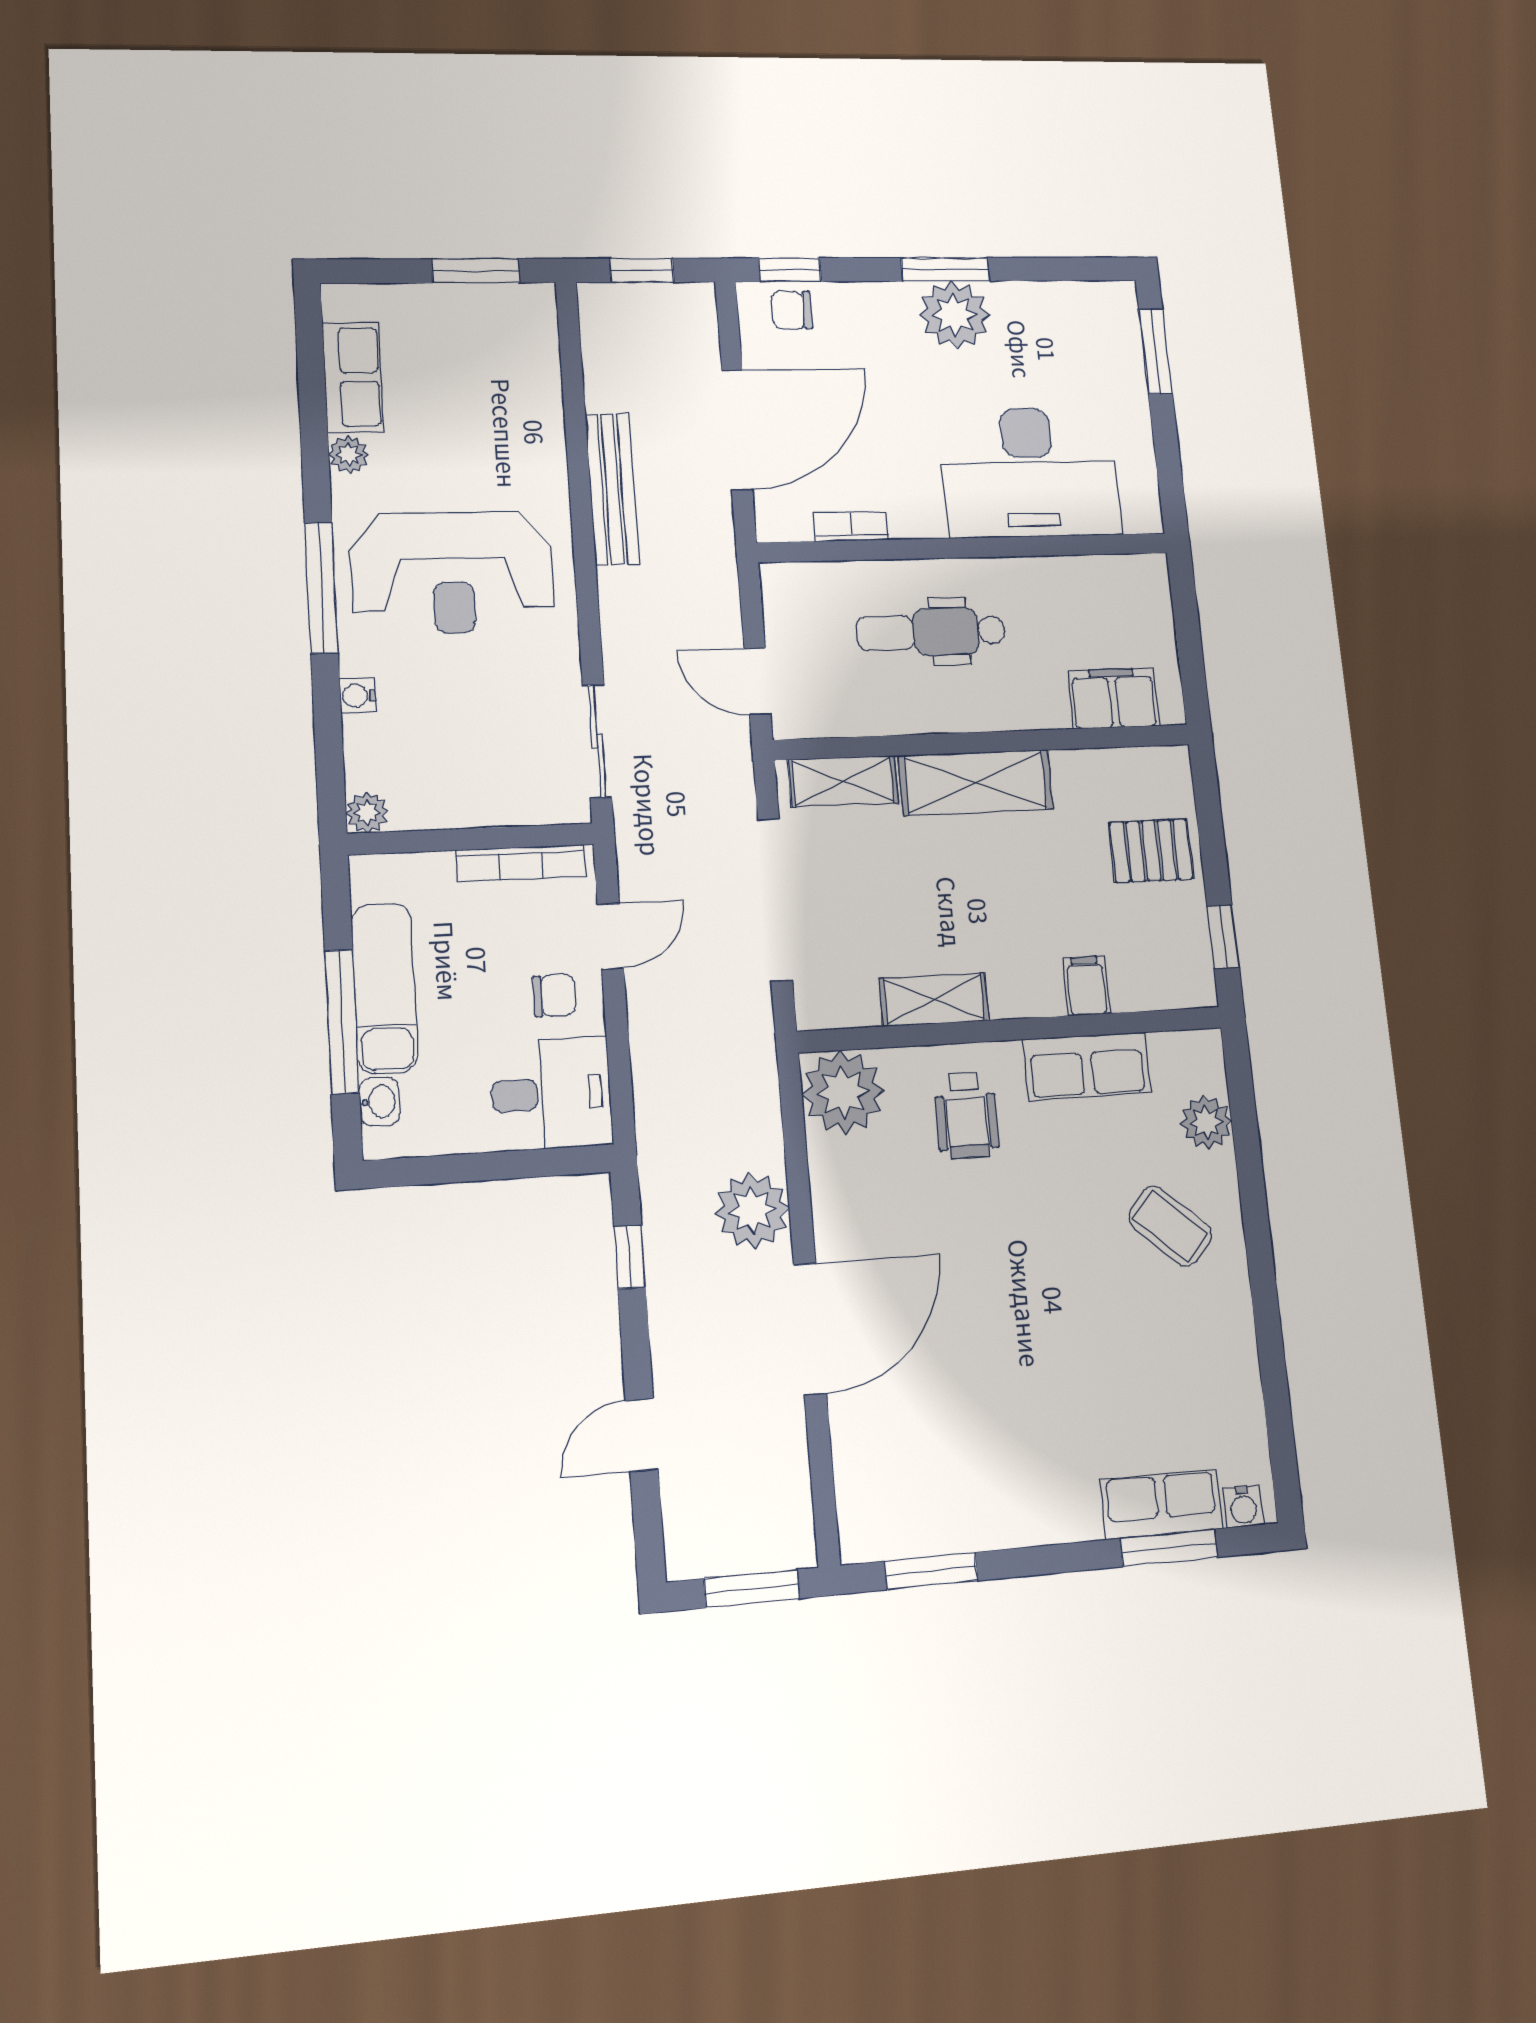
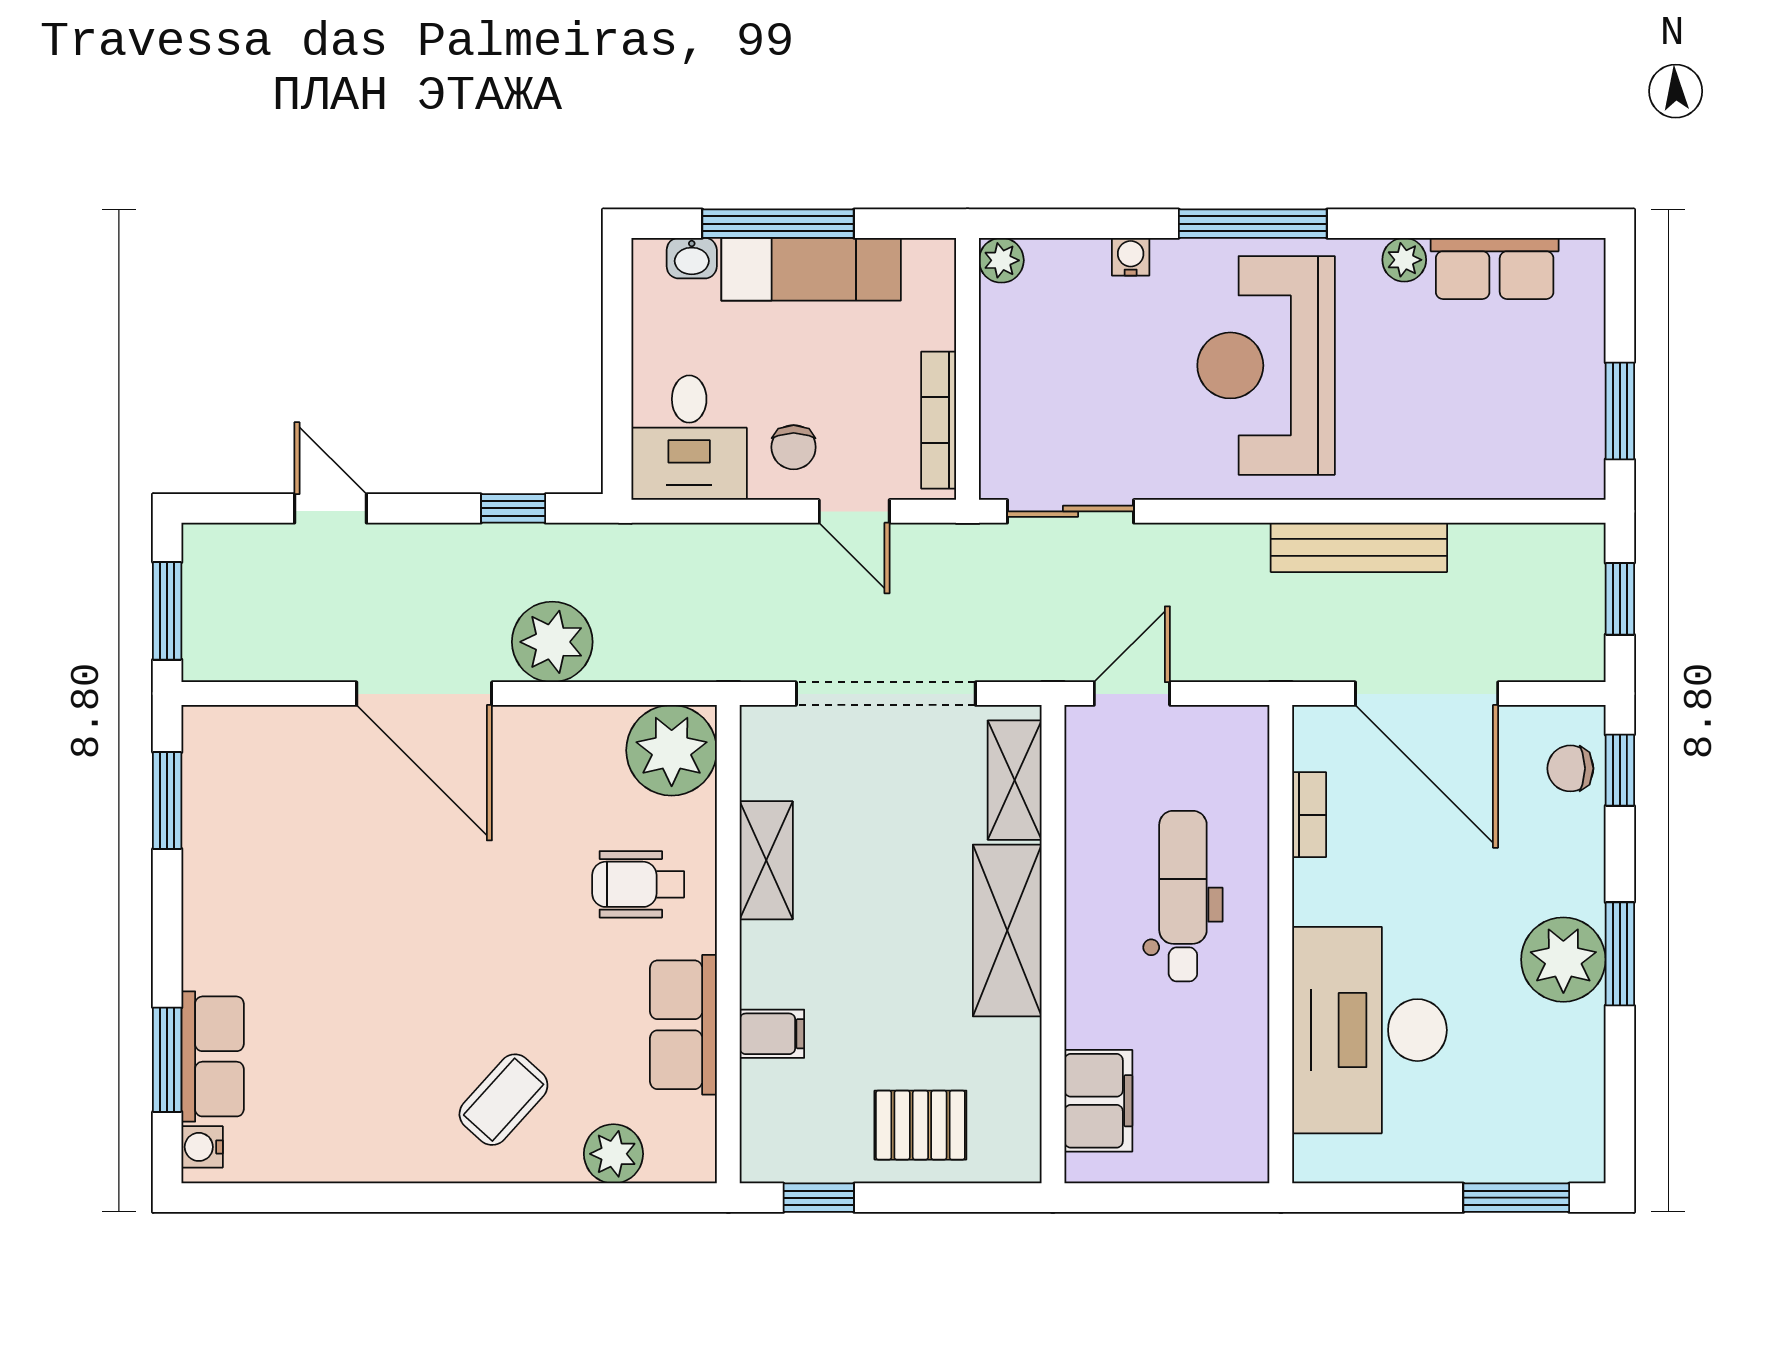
chair: (792, 310) -> (1570, 768), turned -90
pallet: (1151, 851) -> (920, 1125), turned 90

